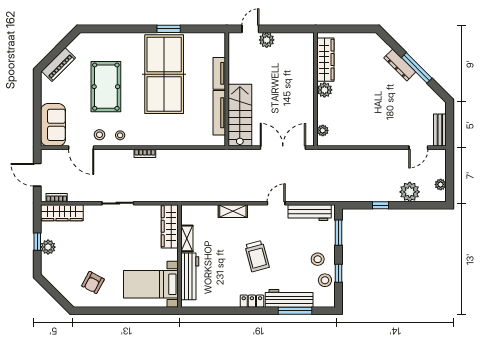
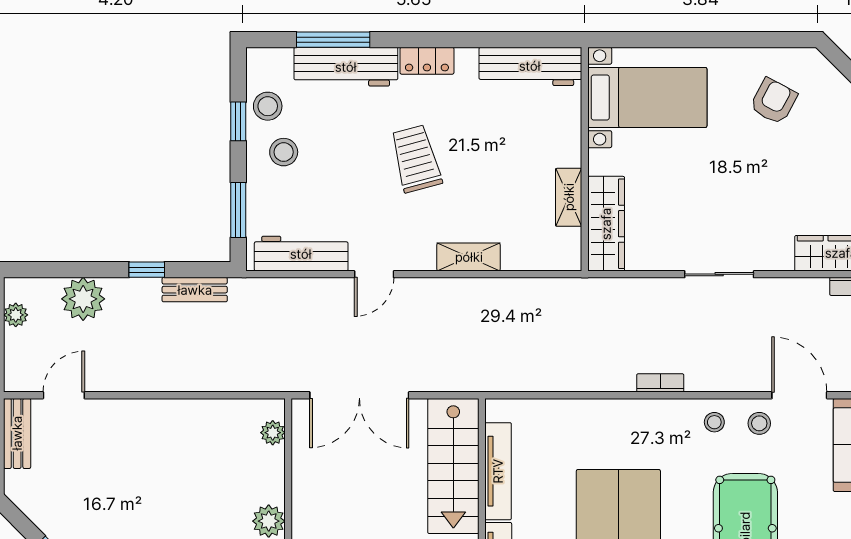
bench: (358, 196) -> (195, 290), added
workbench: (190, 276) -> (530, 66), moved, turned -90

